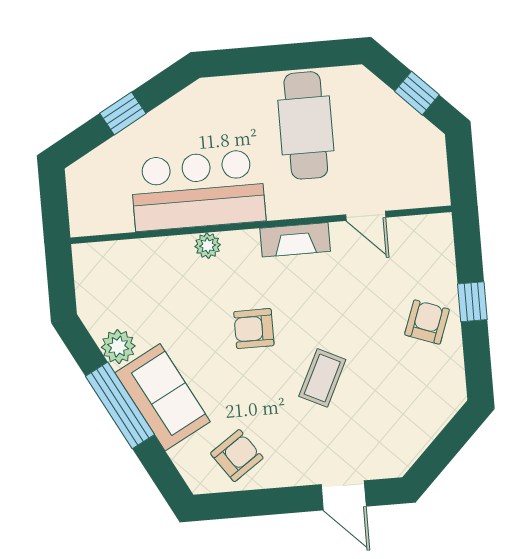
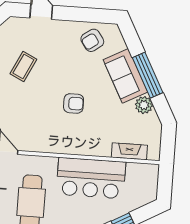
fireplace: (295, 240) -> (129, 151), moved
plant: (208, 246) -> (90, 149), removed
coffee table: (322, 378) -> (23, 66), moved

